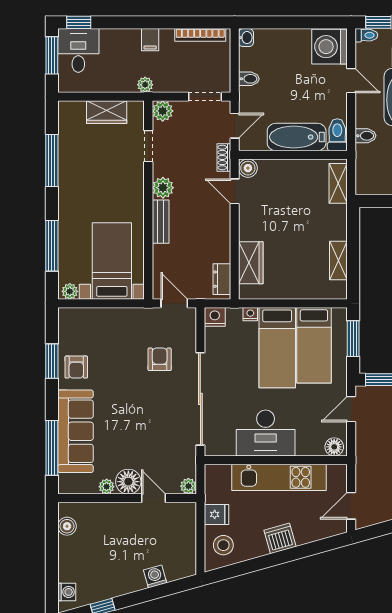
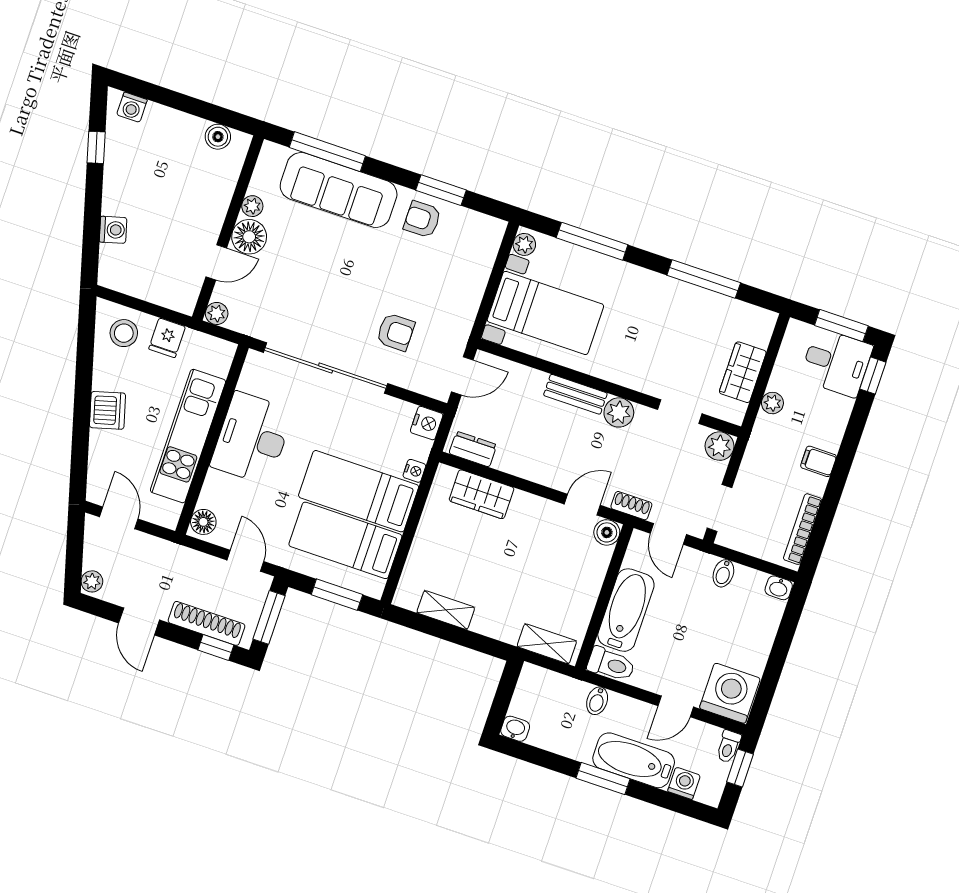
plant: (145, 85) -> (772, 403), moved

